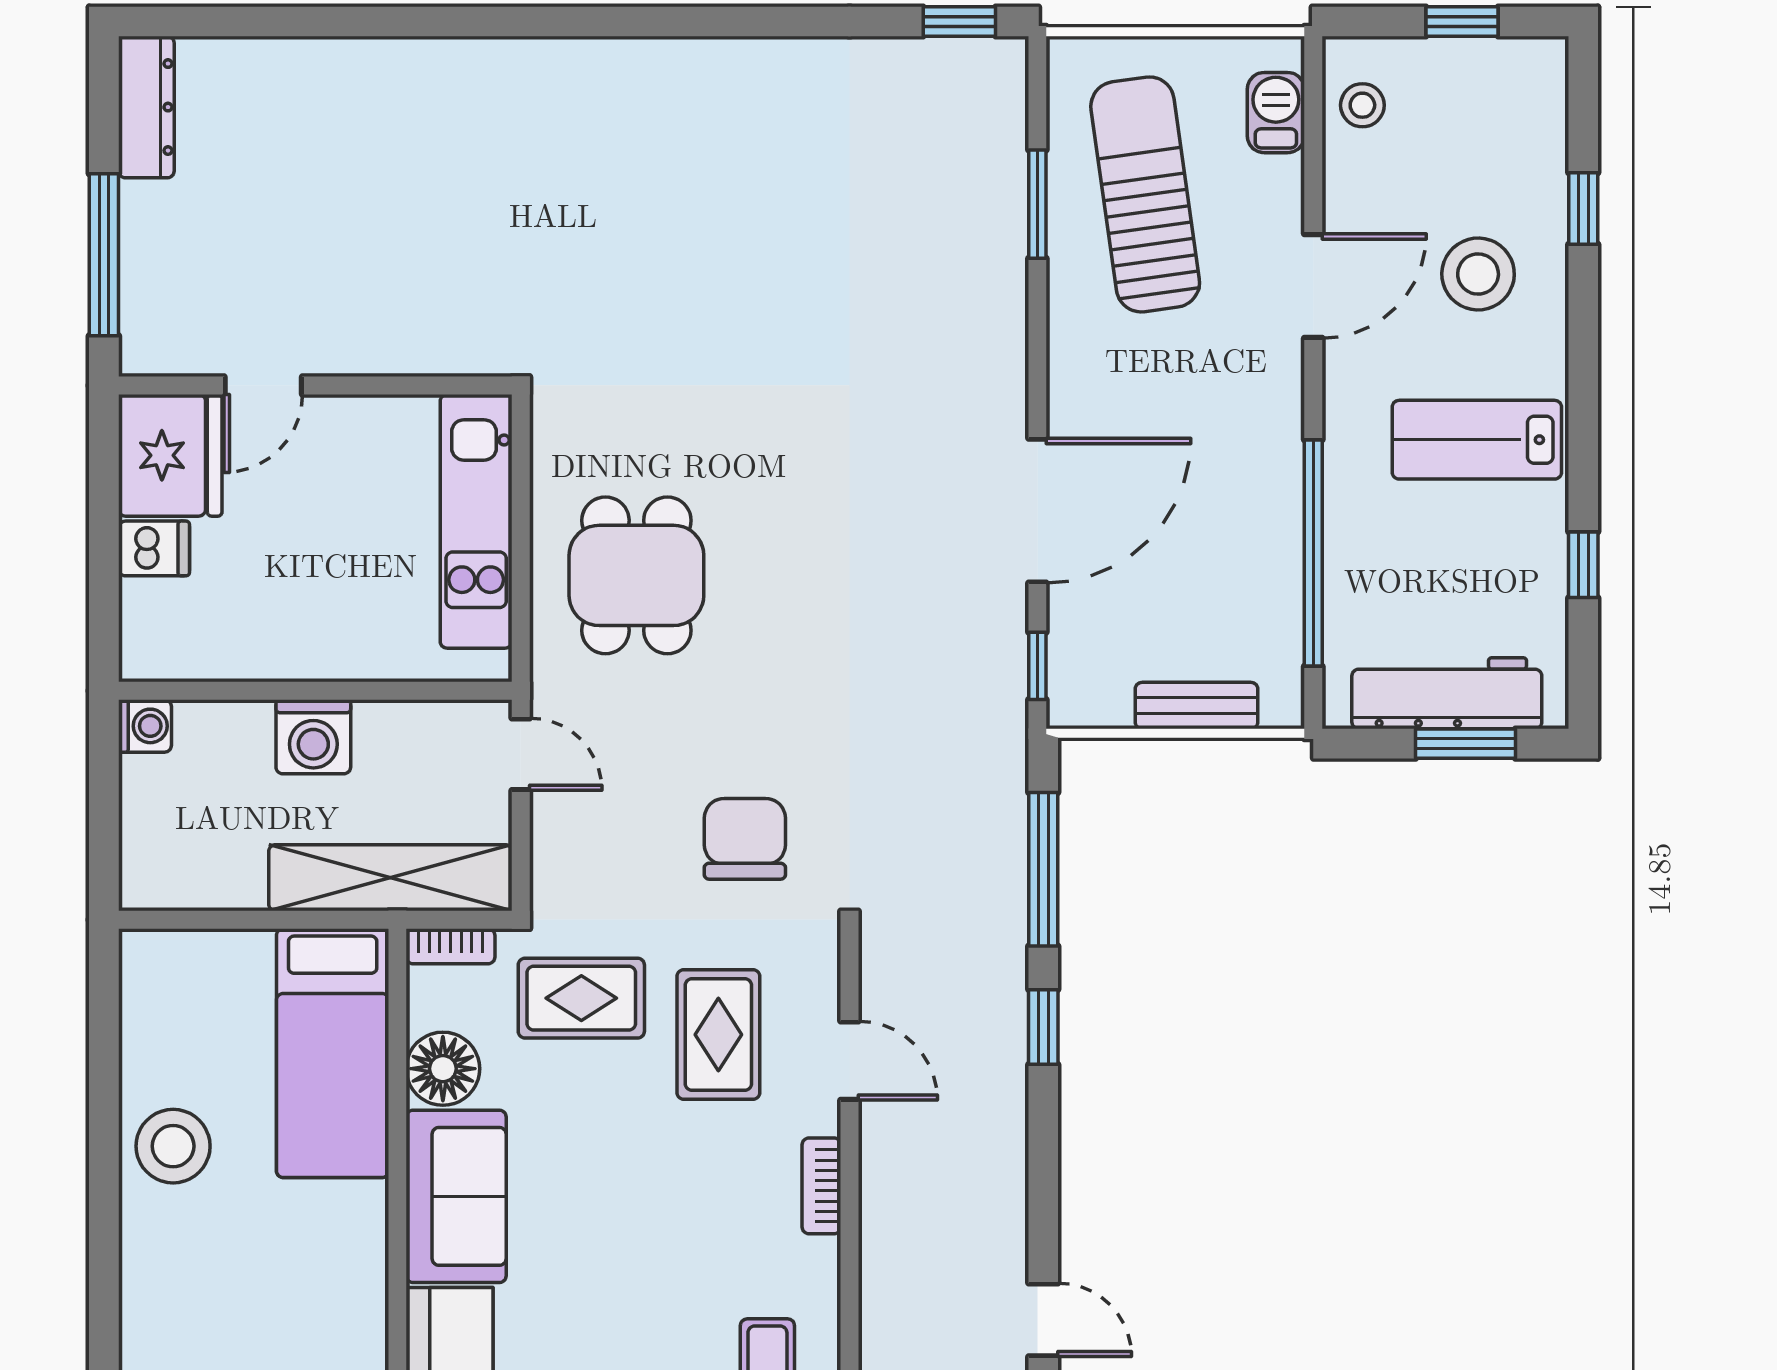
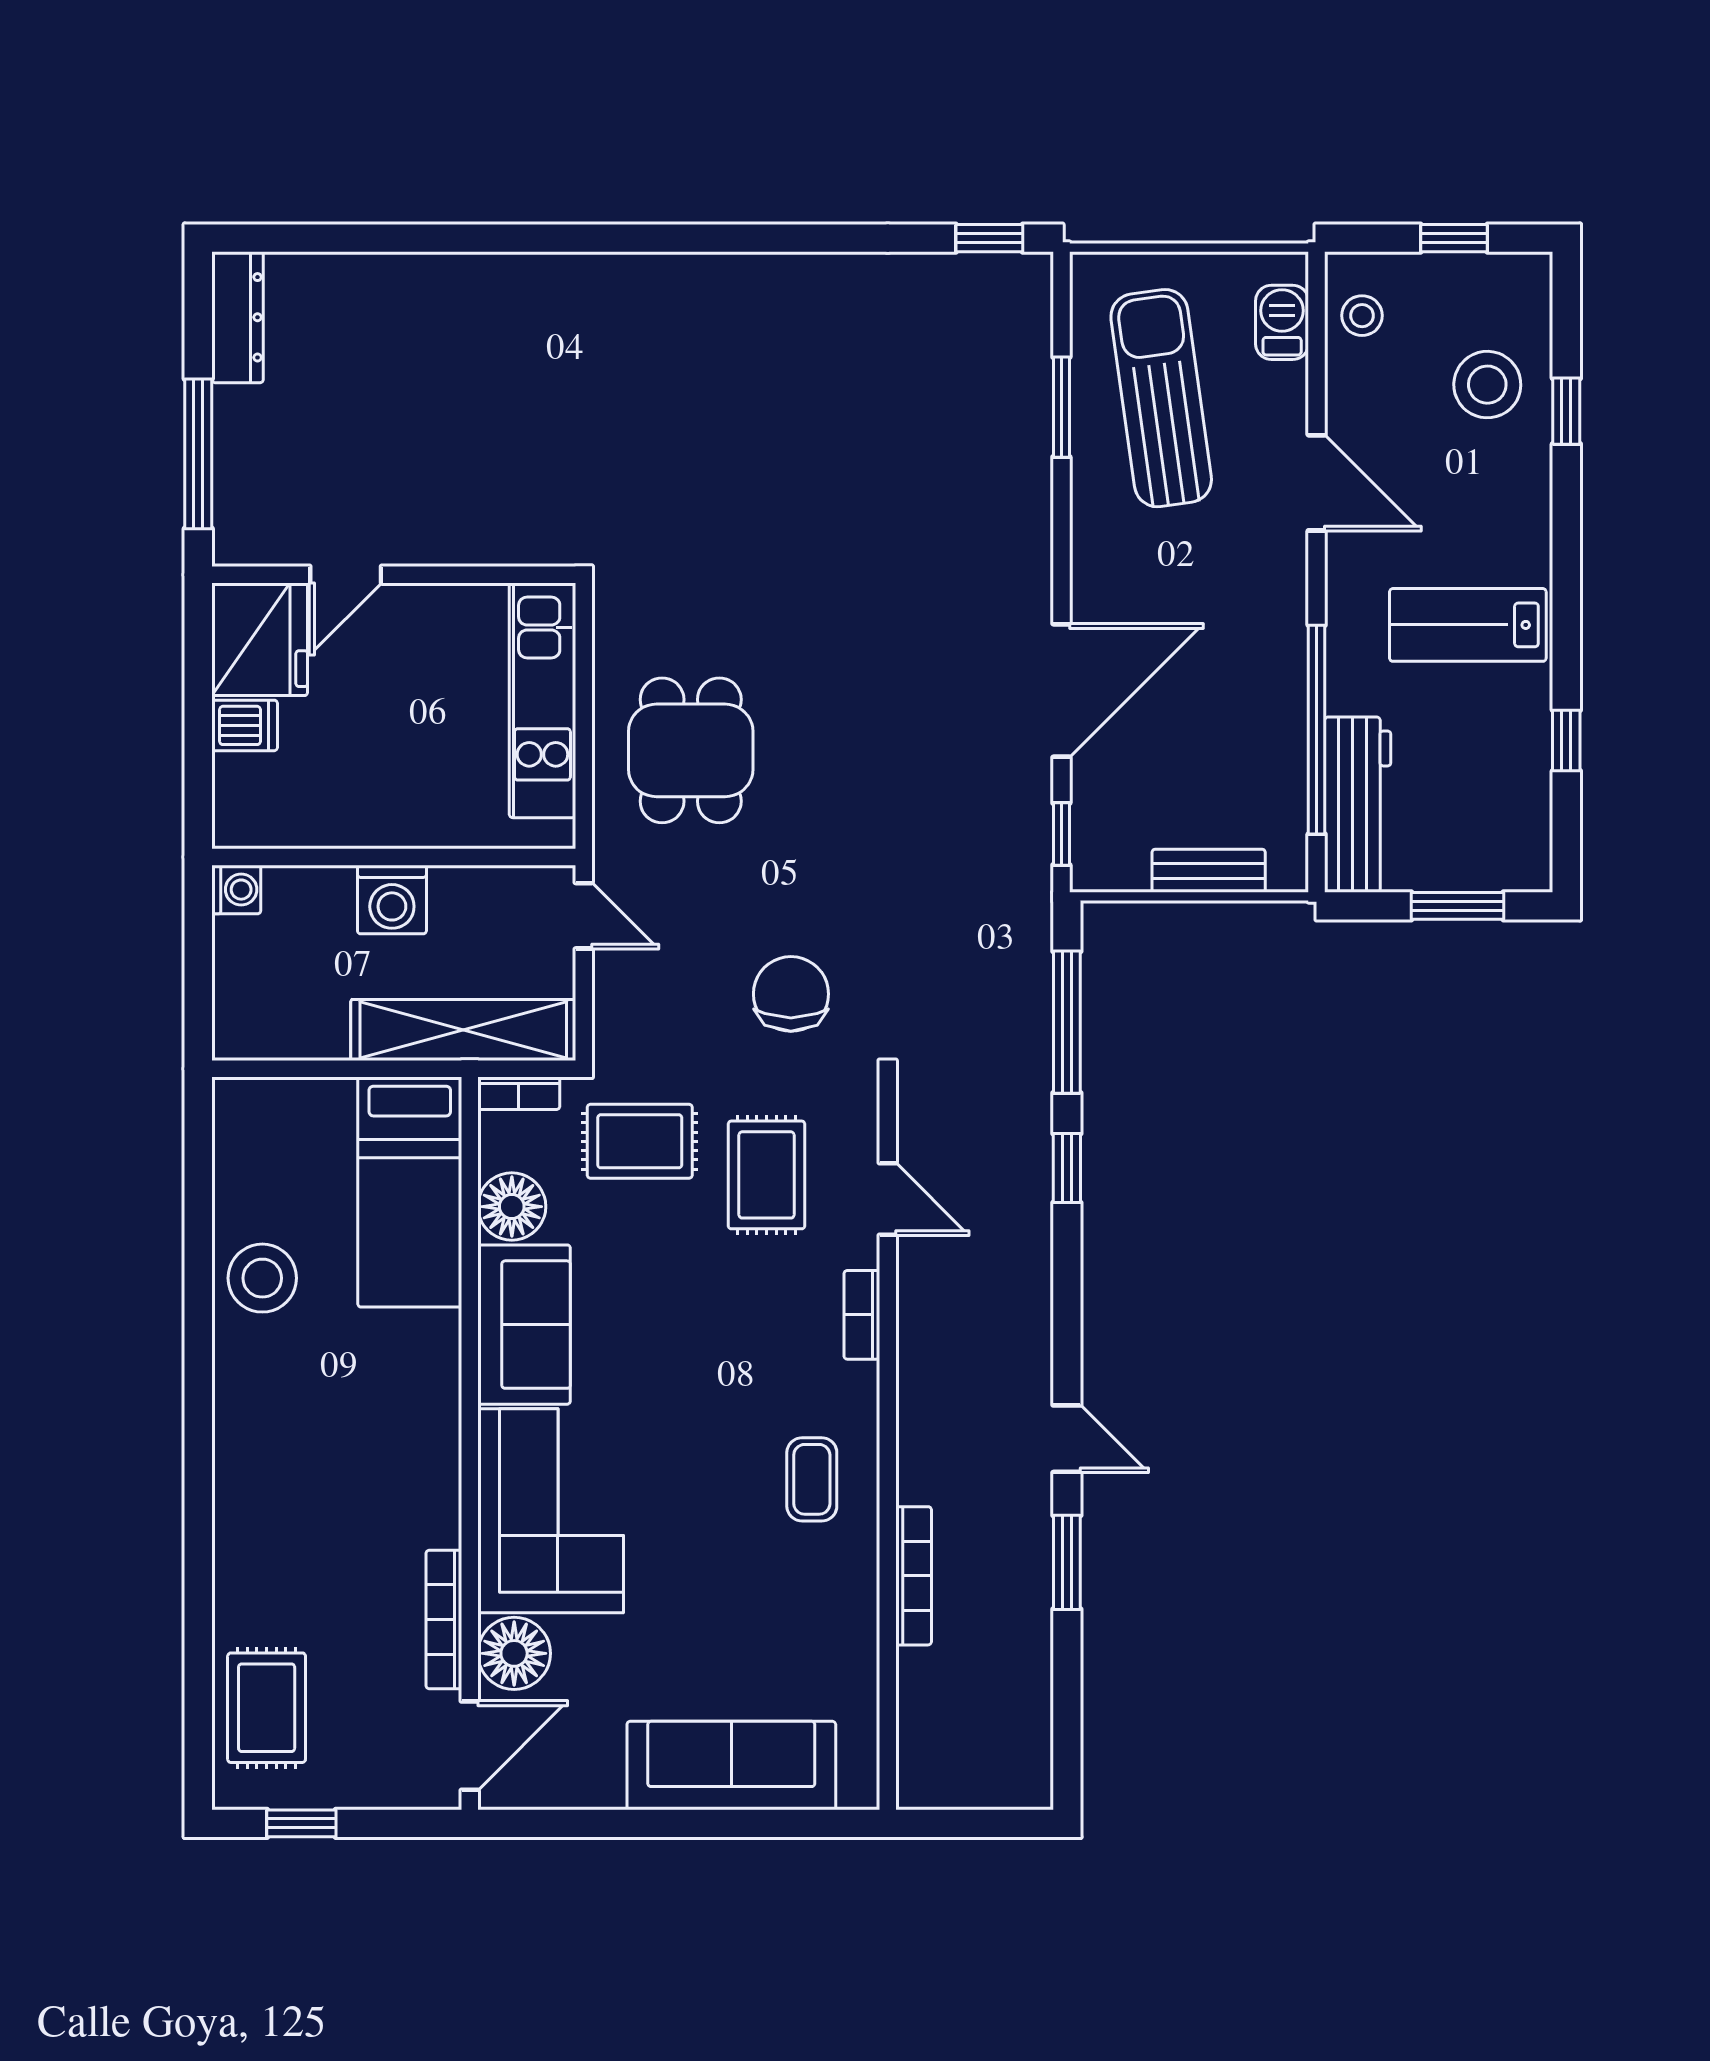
stool: (1478, 274) -> (1487, 385), moved
door: (1313, 286) -> (1317, 483), hinge flipped
workbench: (1447, 693) -> (1358, 805), moved, turned 90

